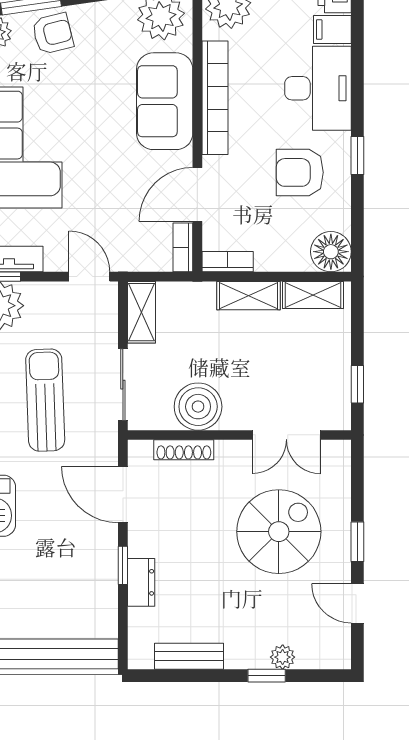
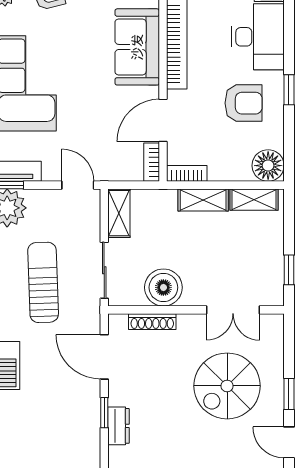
armchair: (300, 172) -> (244, 103), turned 180
spiral stairs: (279, 532) -> (227, 386), turned 180

